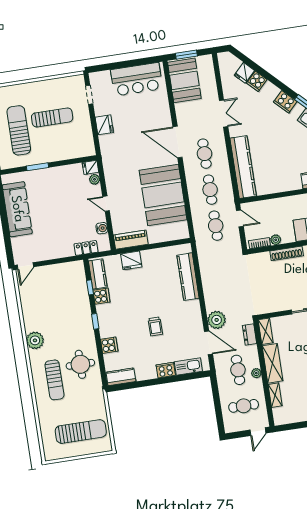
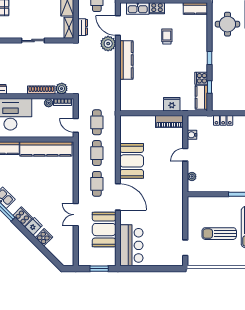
fridge: (244, 73) -> (34, 226), moved
bar counter: (137, 79) -> (131, 245), moved, turned 90
booth: (184, 80) -> (104, 230), moved
fridge: (104, 125) -> (177, 221), removed
fridge: (90, 167) -> (194, 187), removed
kitchen counter: (243, 167) -> (46, 149), moved, turned -90
booth: (163, 195) -> (132, 161), width x0.73, depth x0.70
door: (106, 204) -> (185, 155), swing flipped
locker: (86, 248) -> (223, 120), moved
plant: (263, 259) -> (62, 89), added
kitchen counter: (188, 277) -> (126, 60), moved
trolley: (155, 326) -> (167, 36), moved
cooker: (109, 345) -> (201, 36), removed

